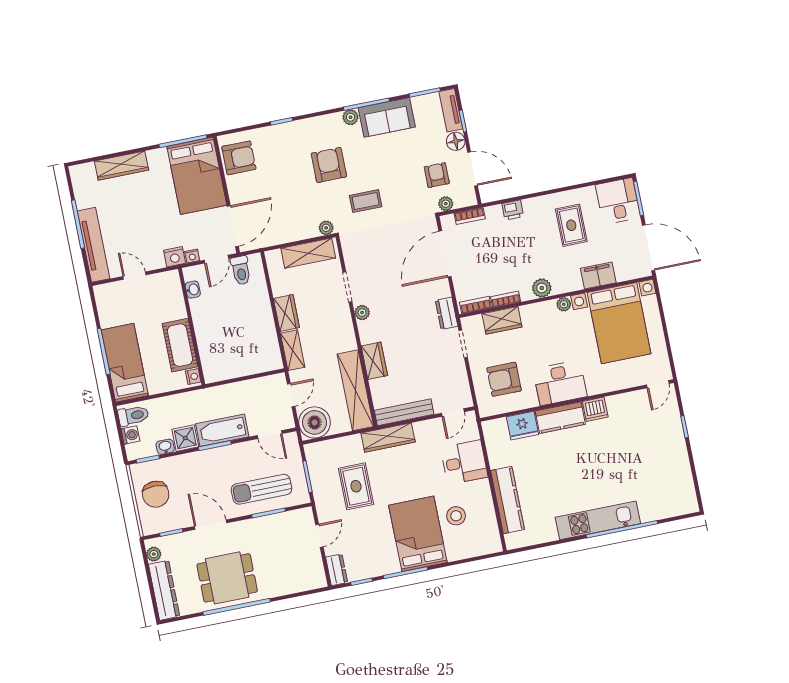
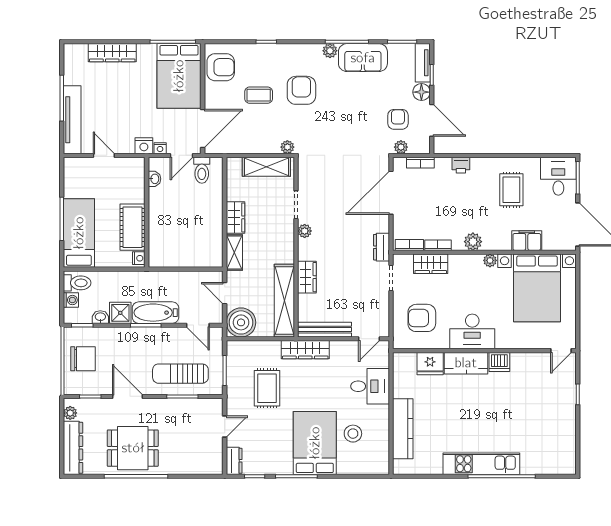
coffee table: (366, 201) -> (259, 95), moved
door: (291, 395) -> (225, 293), swing flipped
chair: (156, 494) -> (83, 359), turned -90

